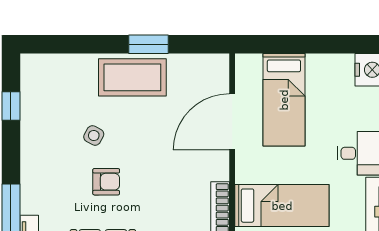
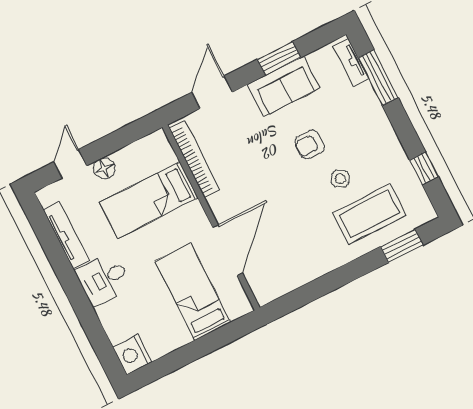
window: (148, 44) -> (402, 246), moved
coffee table: (132, 77) -> (369, 214), moved

